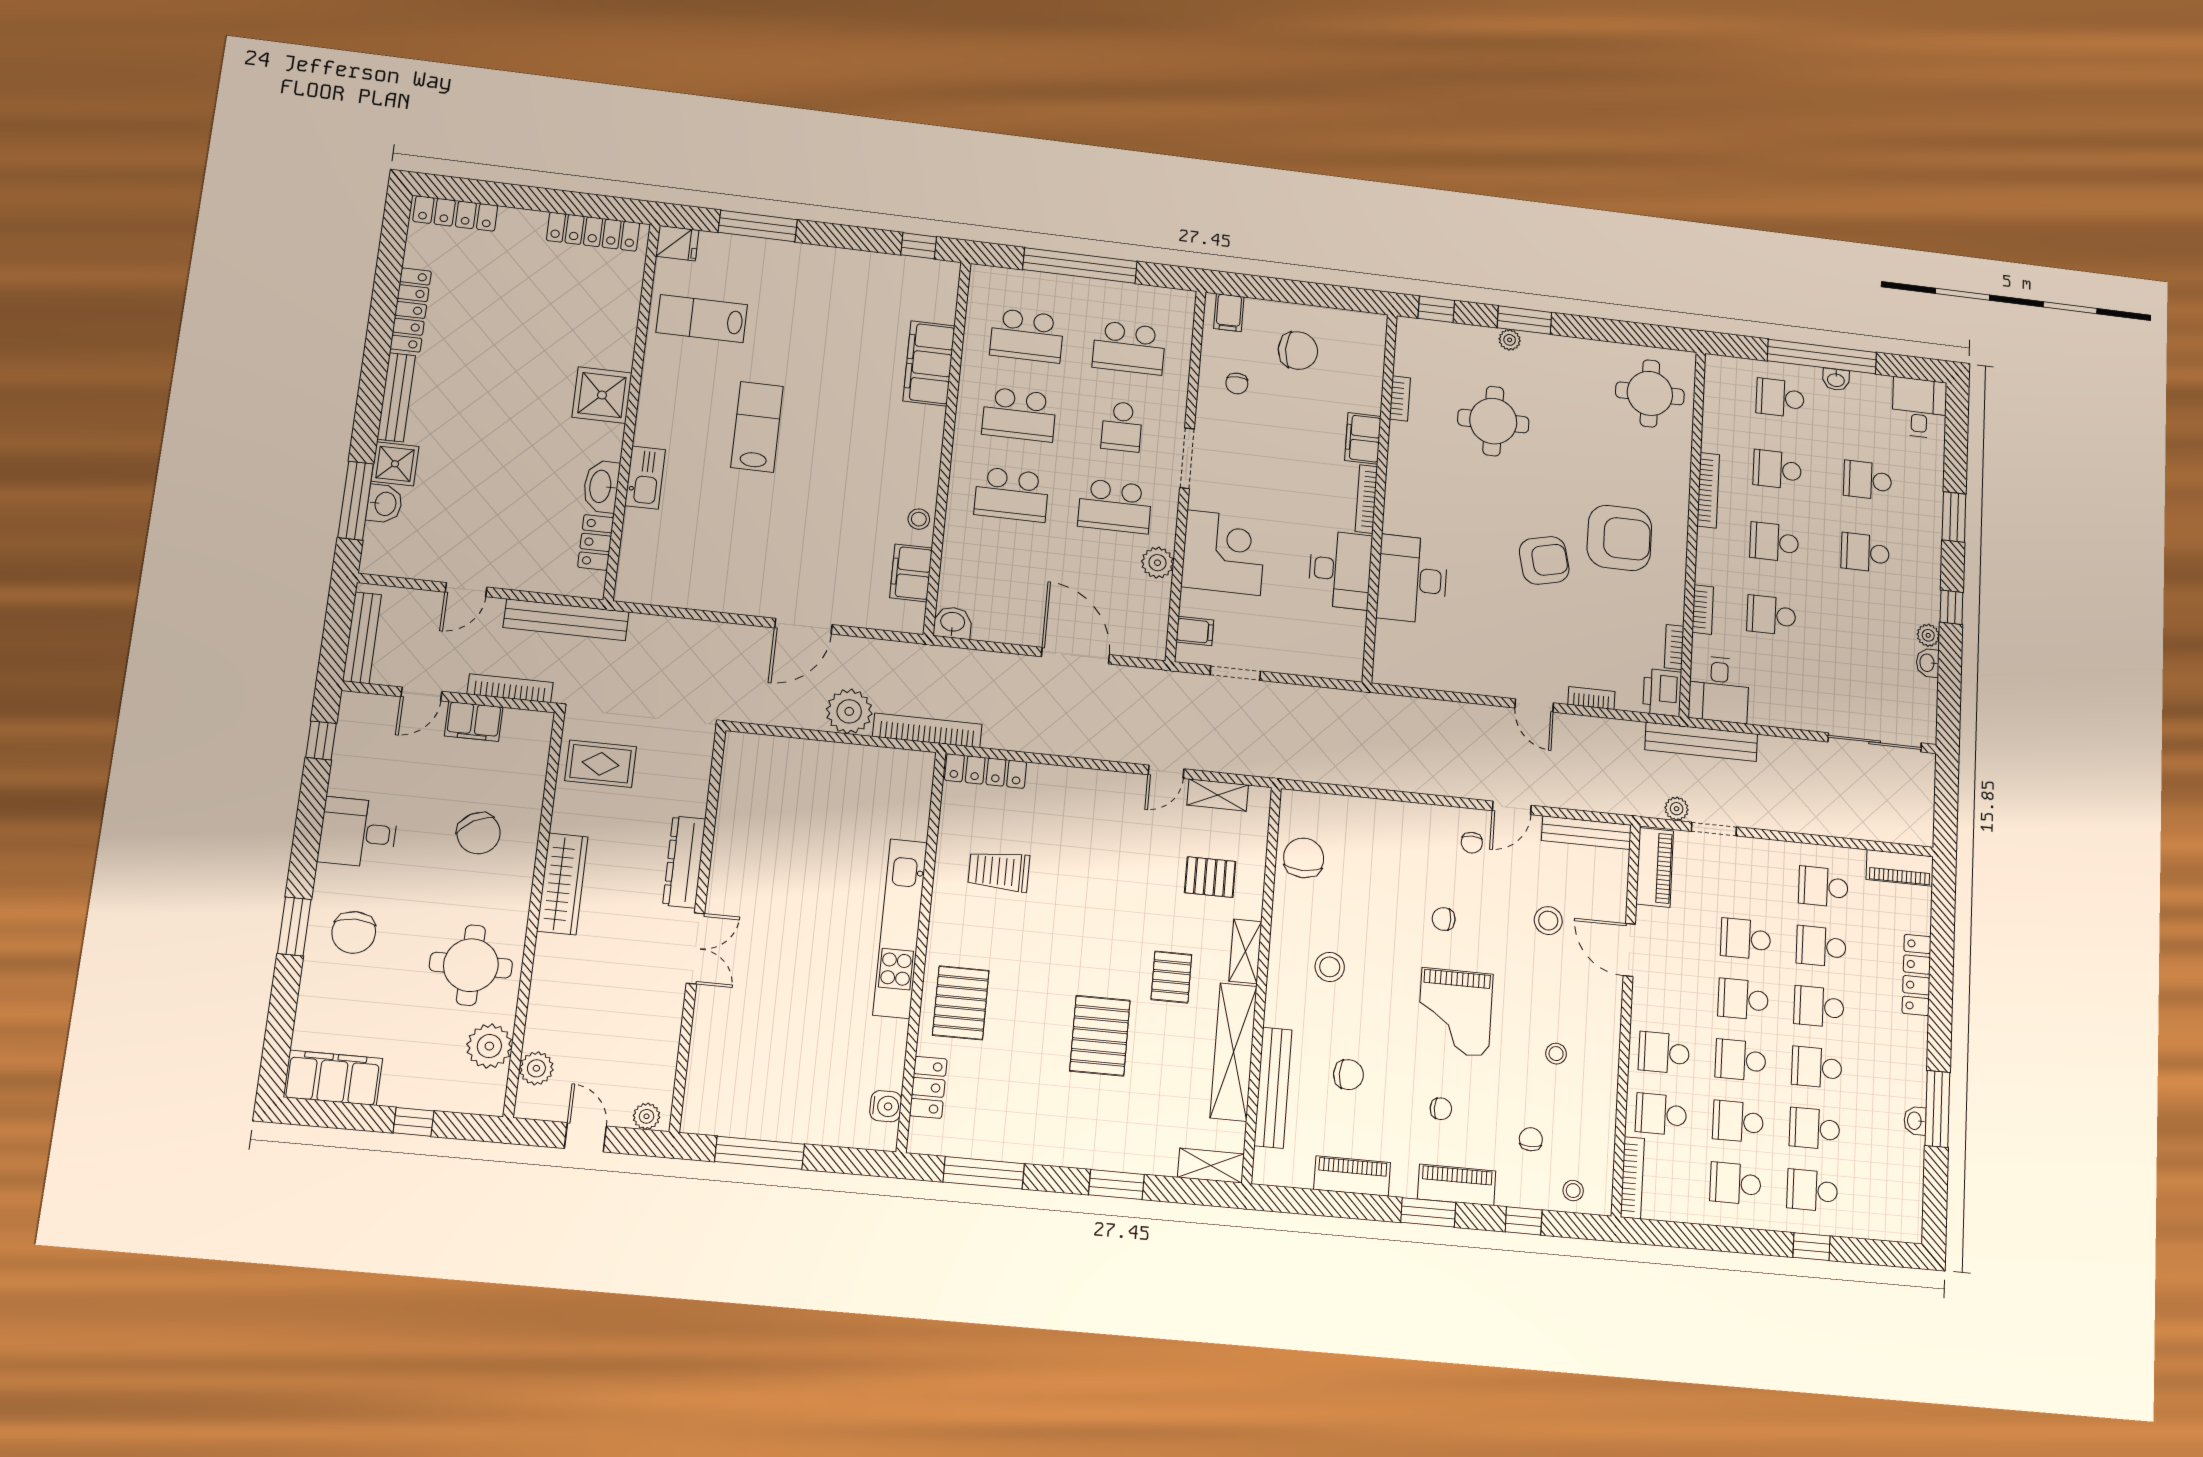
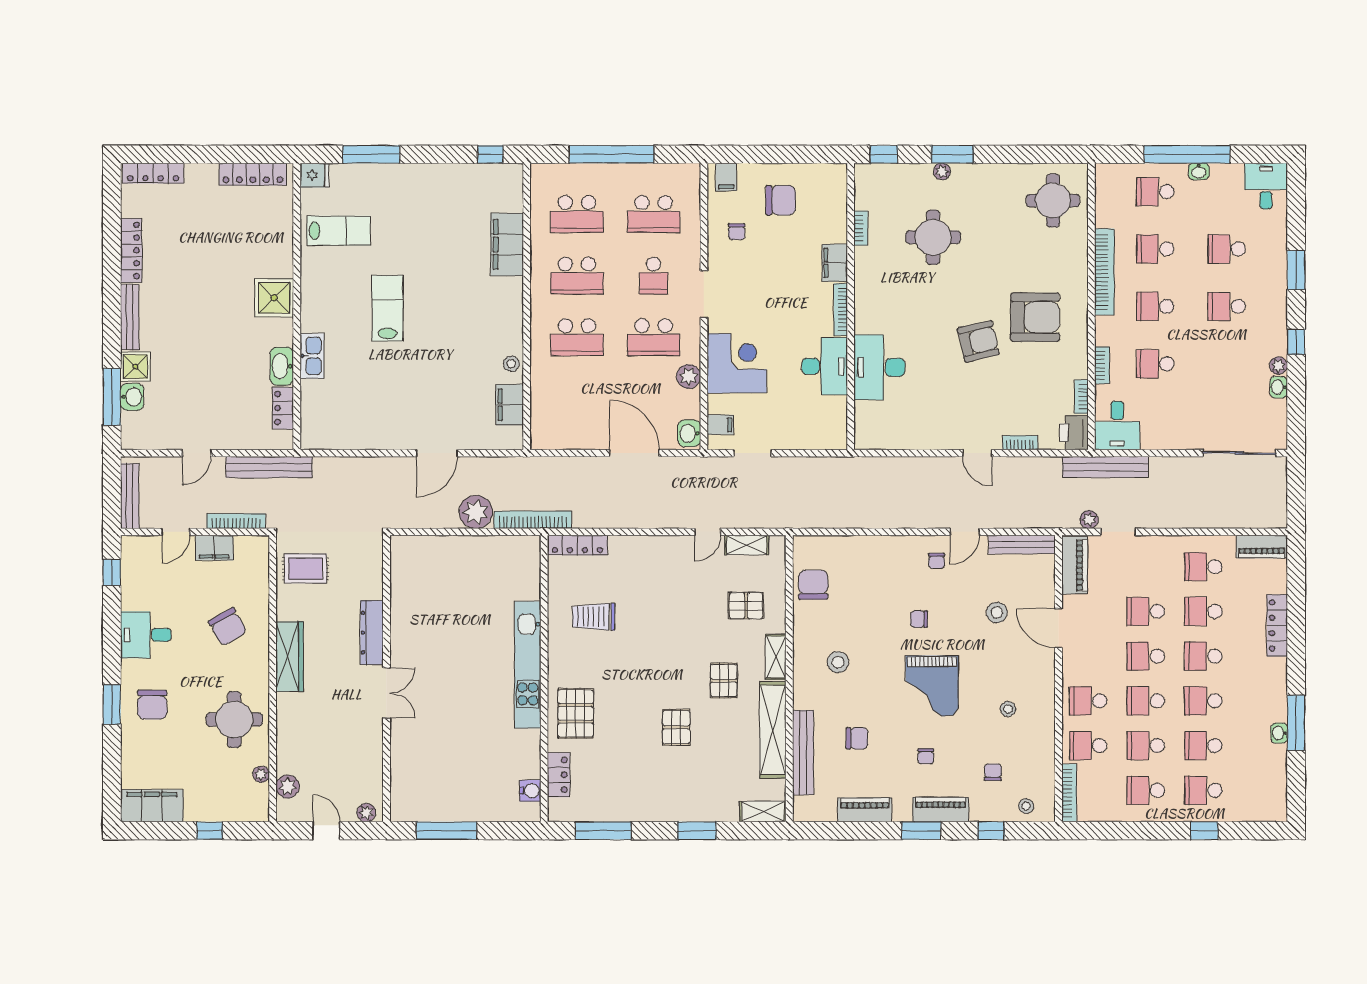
lab bench: (702, 319) -> (339, 231), turned 180
bookcase: (1708, 490) -> (1104, 272), width x1.48, depth x1.31
washbasin: (953, 623) -> (689, 433), moved, turned -90
pallet: (1100, 1036) -> (676, 727), width x0.67, depth x0.71
plant: (489, 1046) -> (261, 774), width x0.53, depth x0.53
chair: (1441, 1109) -> (926, 756), turned 90

